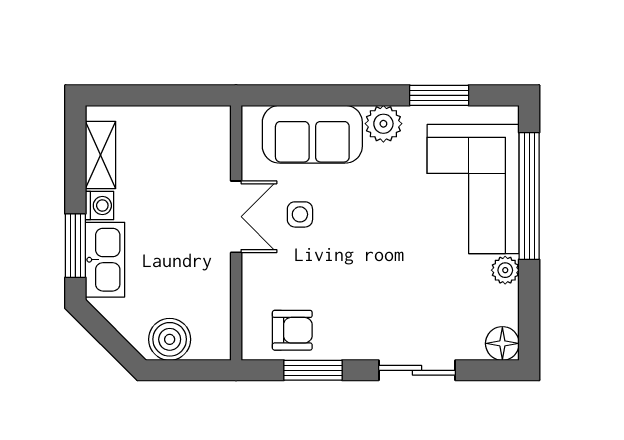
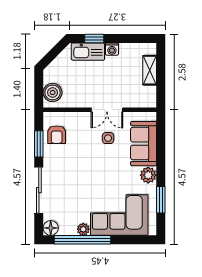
shelving: (100, 155) -> (150, 70), moved, turned 90
window: (529, 196) -> (83, 240), moved
window: (75, 246) -> (94, 38), width x0.67
boiler: (170, 339) -> (53, 93), moved
sliding door: (417, 370) -> (39, 190), width x1.37

